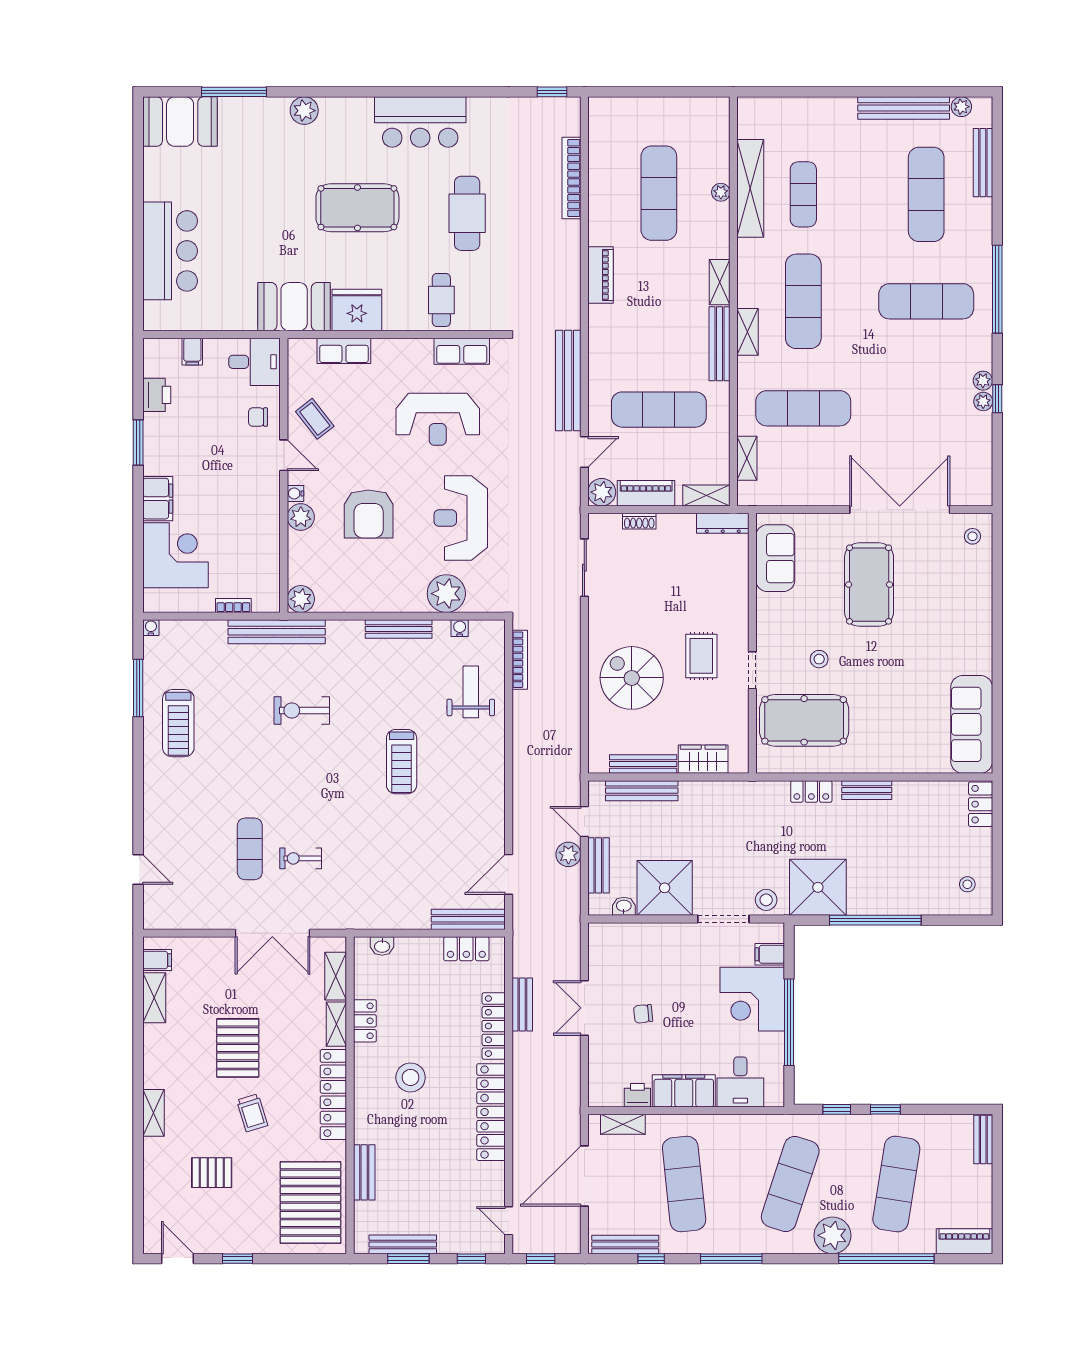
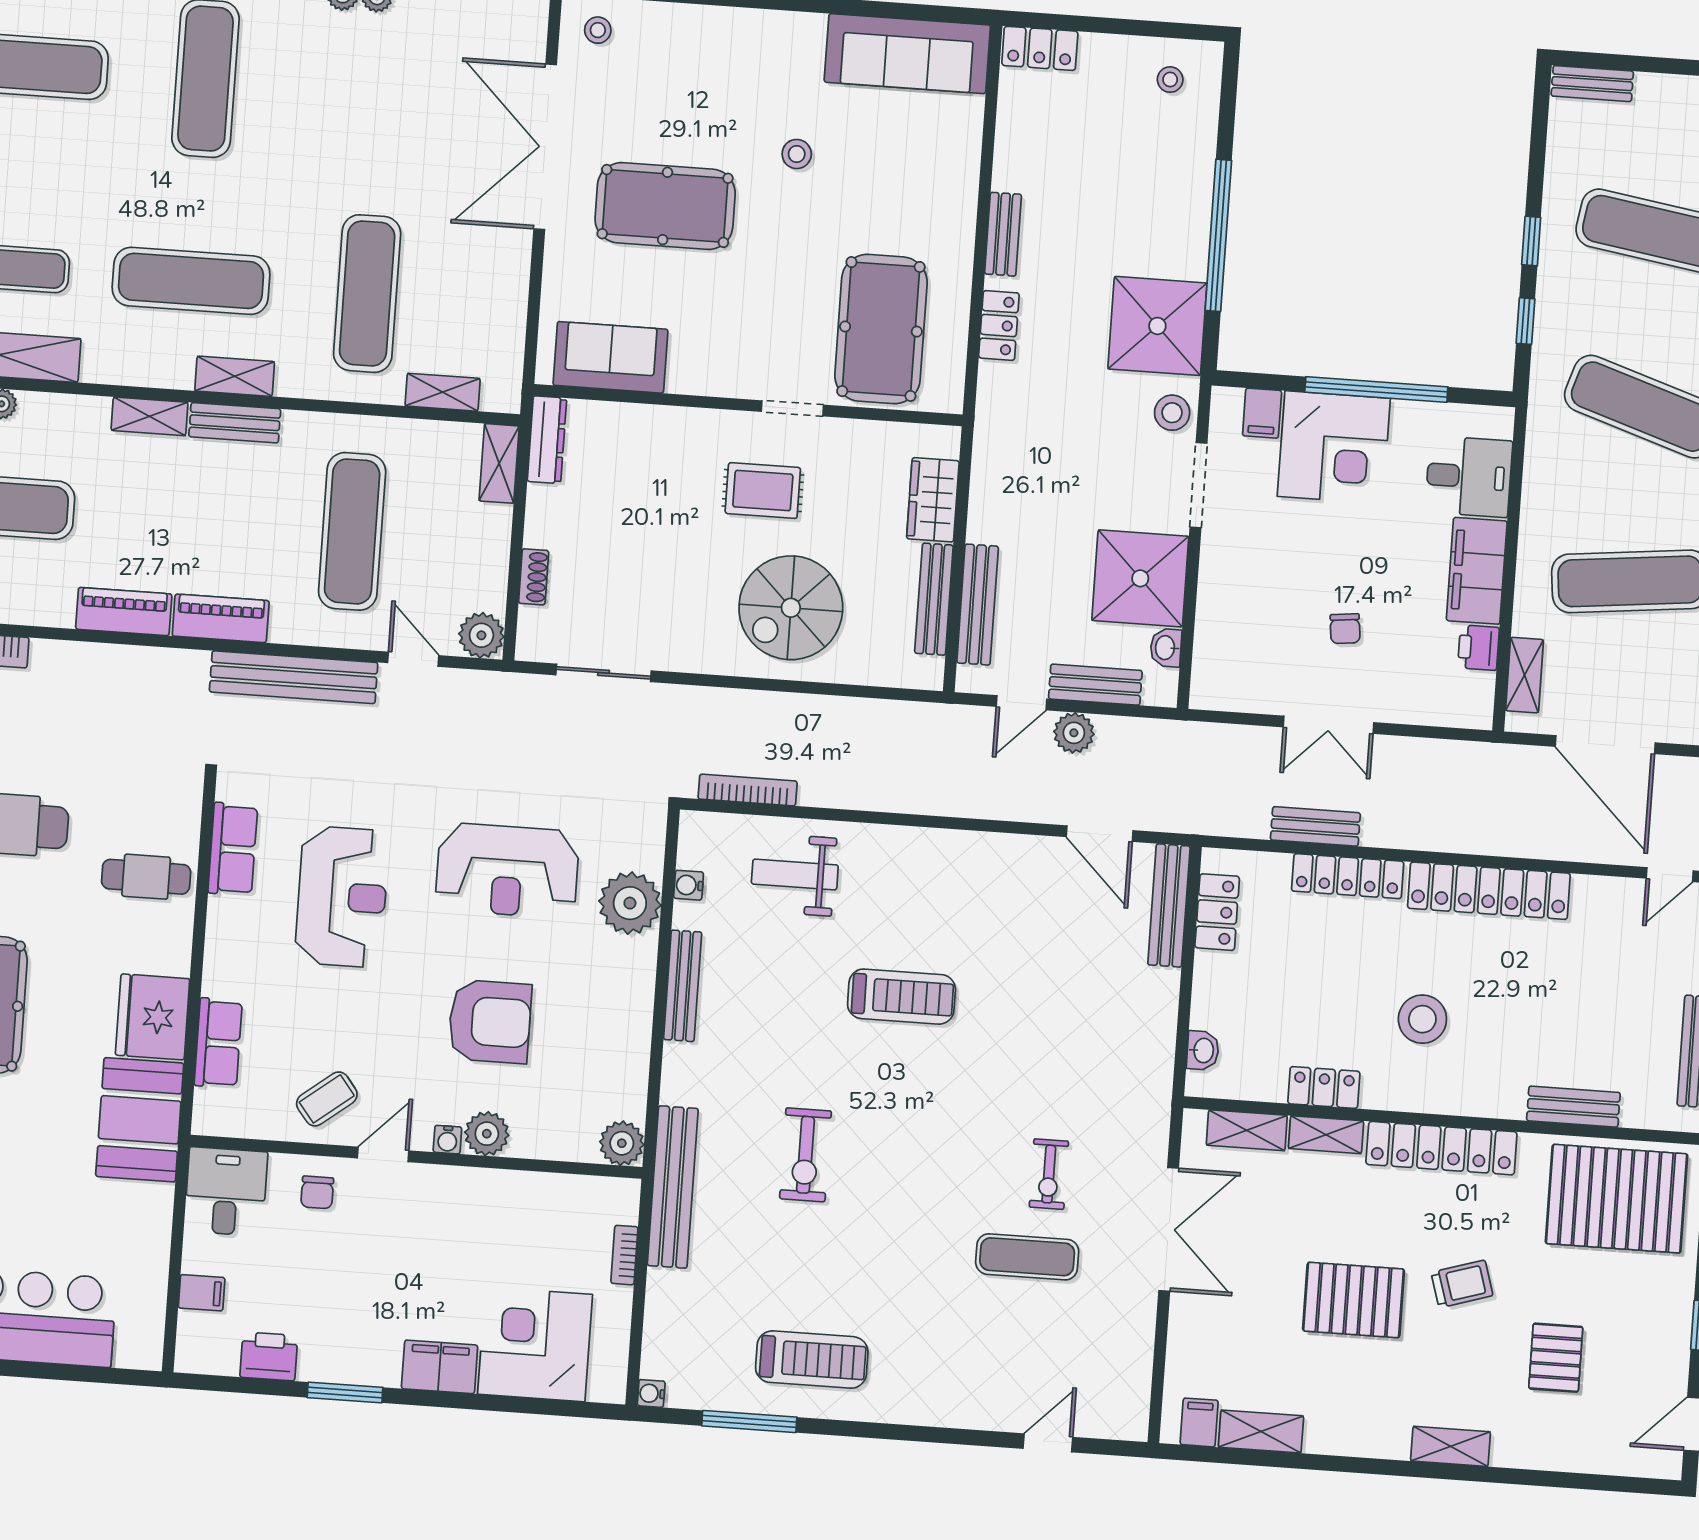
bench: (719, 344) -> (235, 423), width x0.73
piano: (646, 493) -> (221, 618), moved, turned 90
stool: (819, 659) -> (797, 154), moved

